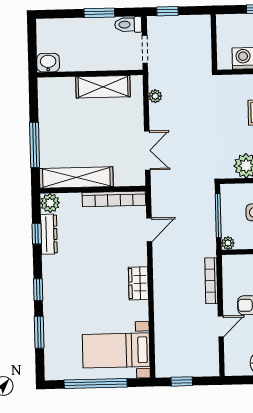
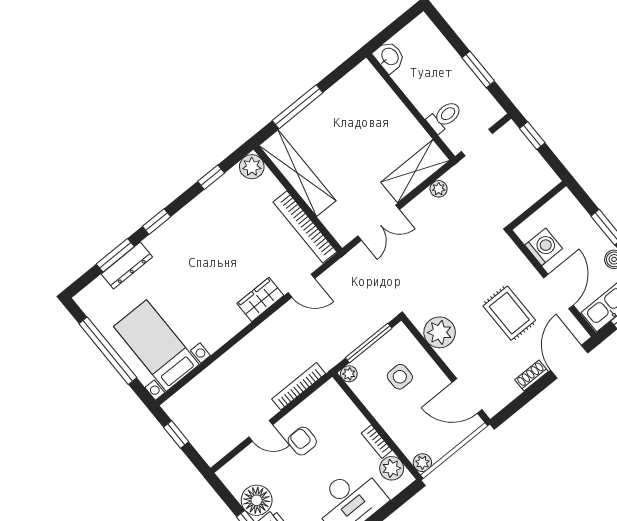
toilet: (128, 25) -> (444, 117), moved, turned 90
shelving: (103, 87) -> (415, 171), moved, turned 90
dresser: (49, 234) -> (127, 265), moved
wardrobe: (138, 283) -> (260, 300), moved

